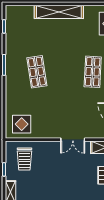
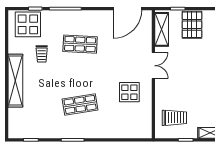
trolley: (84, 36) -> (42, 54), added
display table: (22, 124) -> (129, 92), moved

